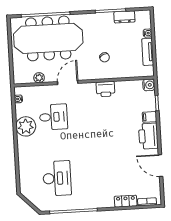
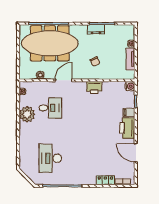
dresser: (124, 17) -> (96, 29), moved
desk: (57, 178) -> (50, 158), turned 180

